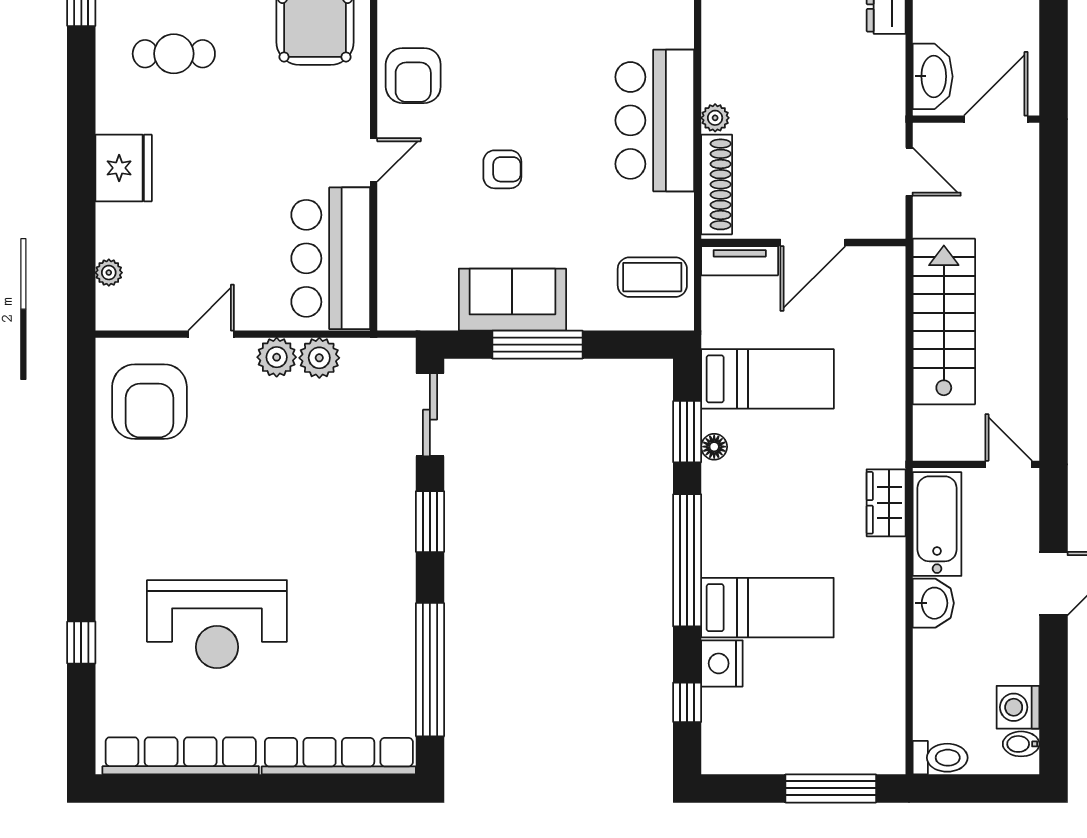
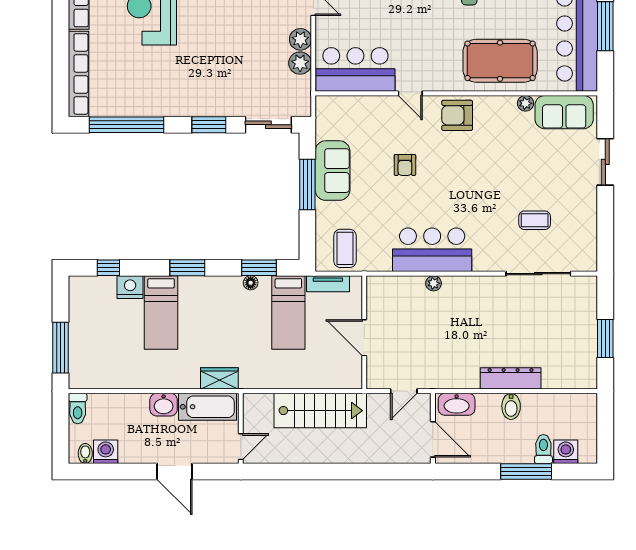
shoe rack: (717, 184) -> (397, 284), removed
tv unit: (740, 261) -> (328, 284), moved, turned -90
window: (687, 560) -> (187, 268), width x0.47

